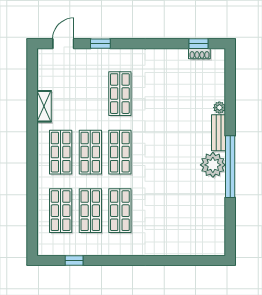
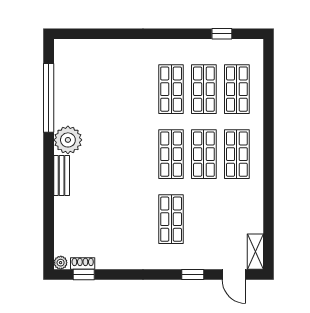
door: (63, 44) -> (234, 274), hinge flipped
shelving: (44, 106) -> (255, 252), moved
plant: (219, 108) -> (61, 263), moved
window: (230, 167) -> (49, 98), moved

